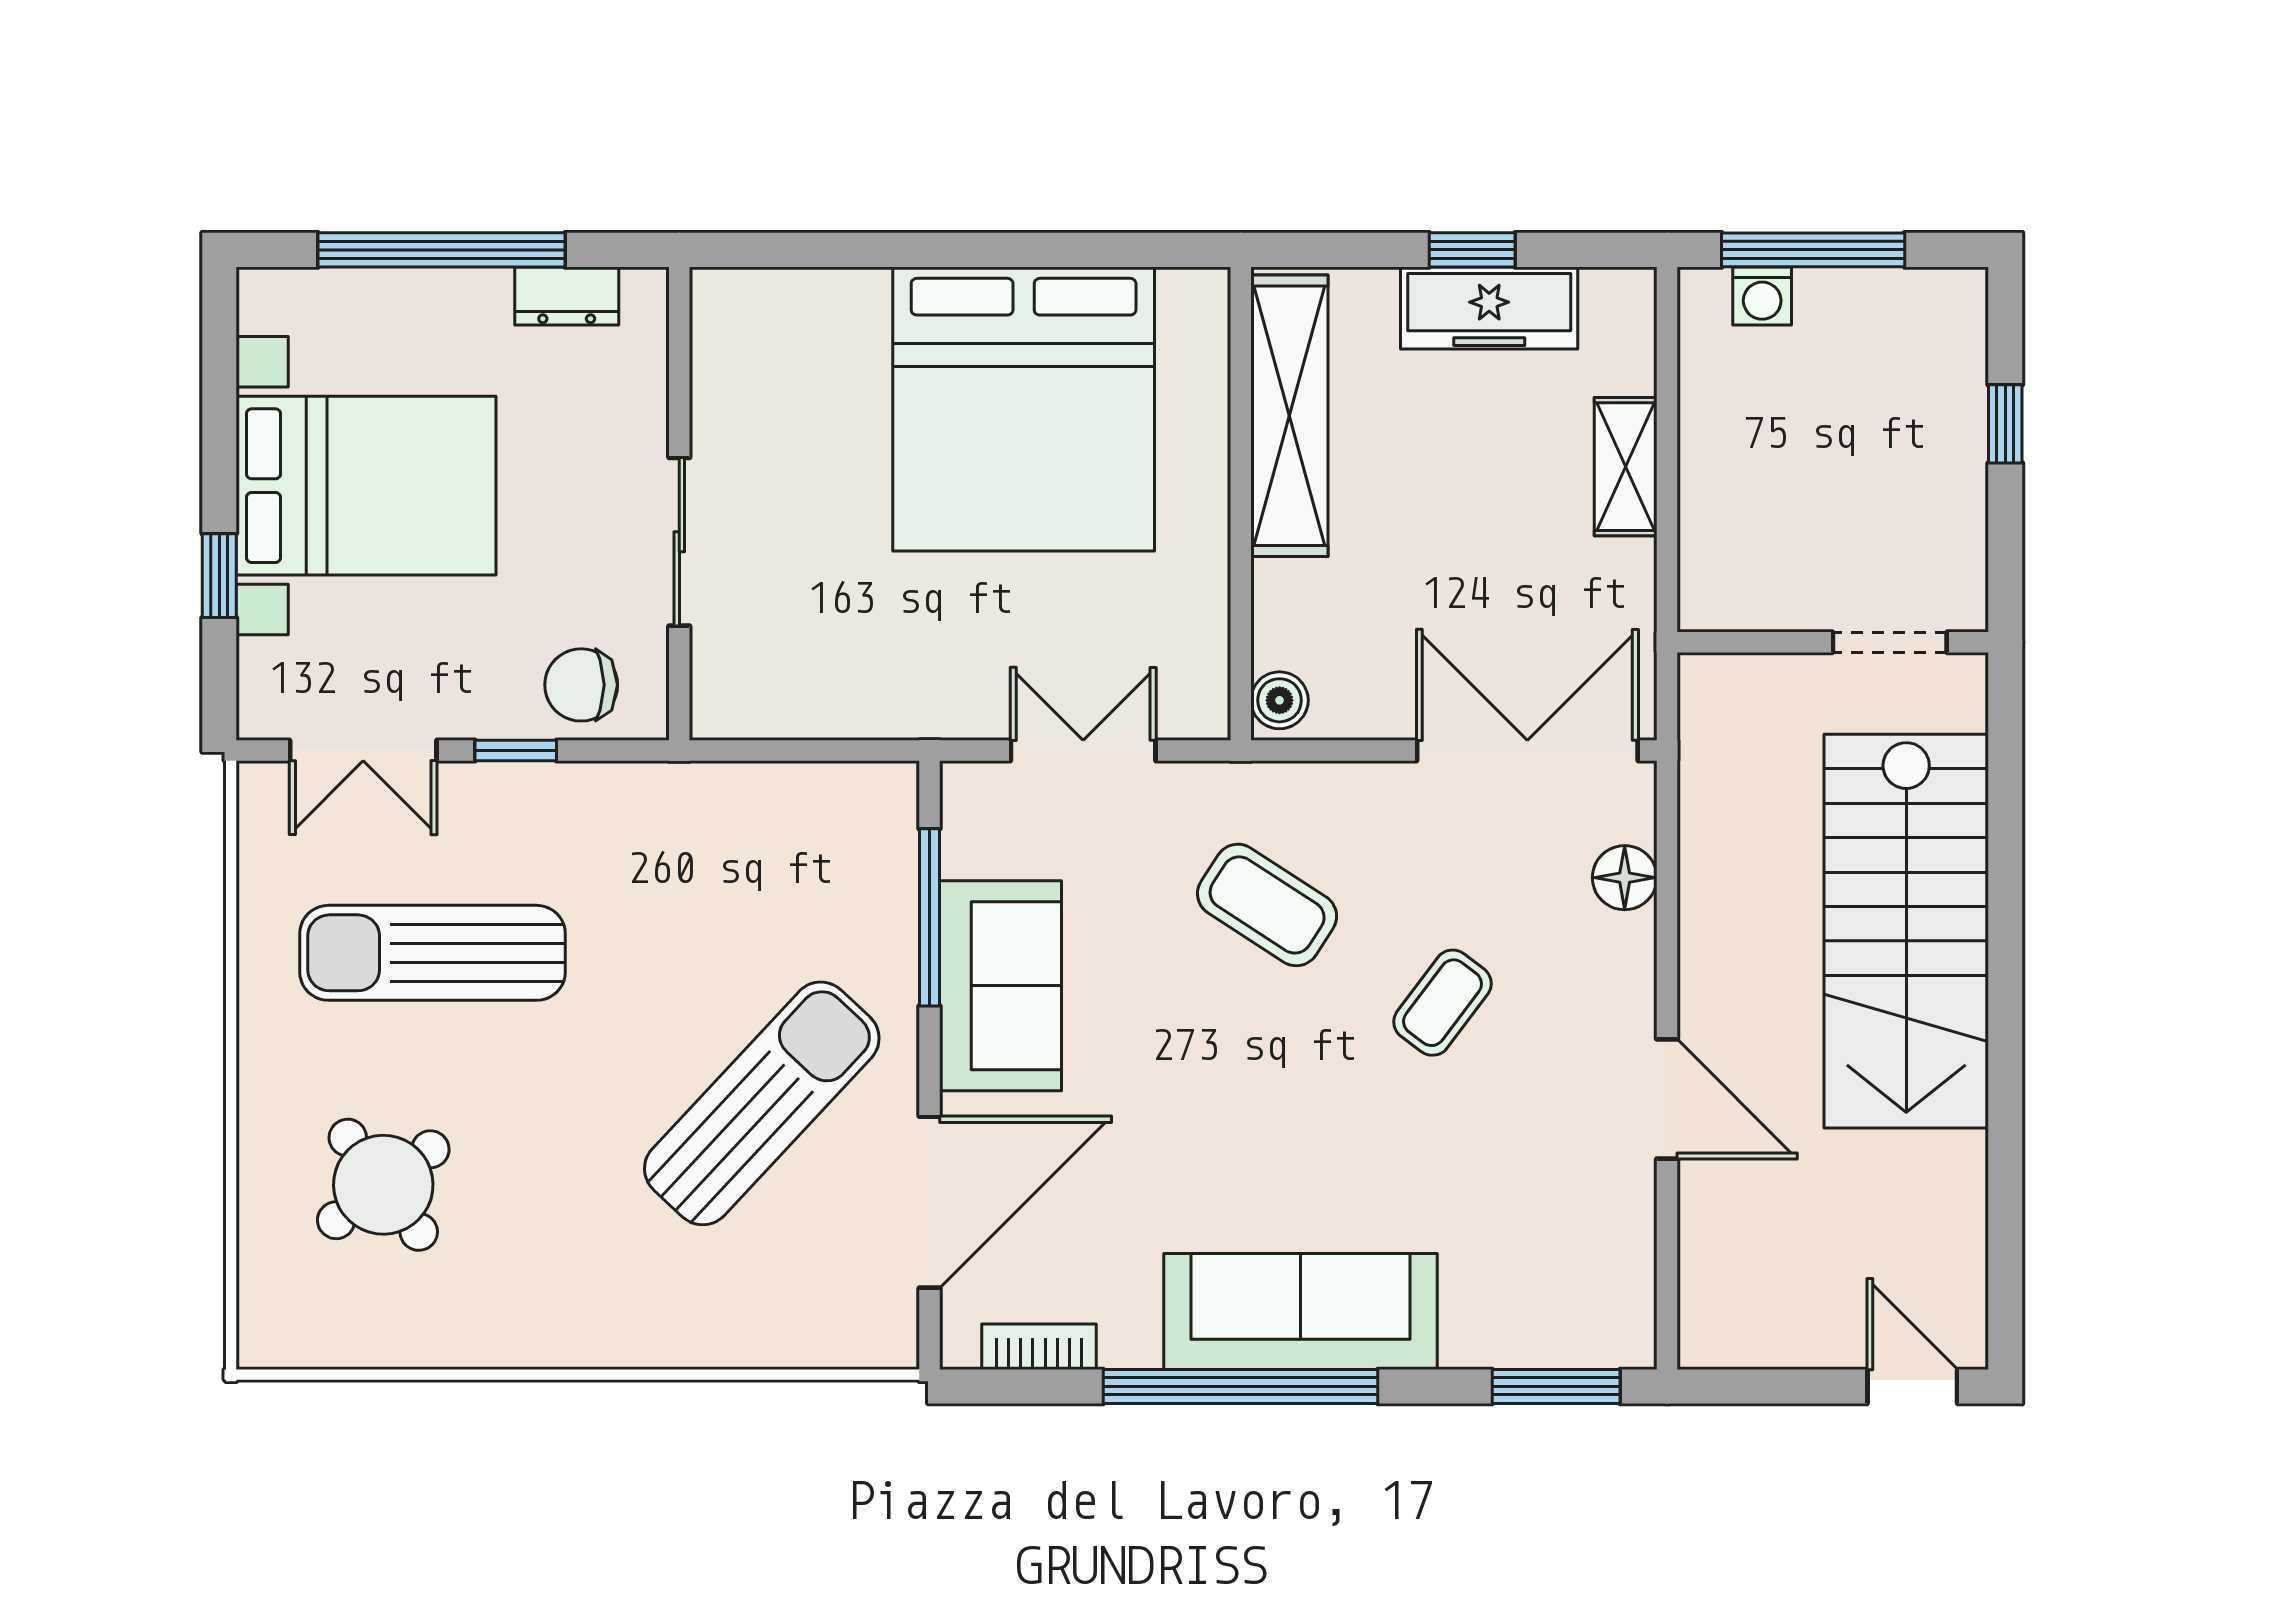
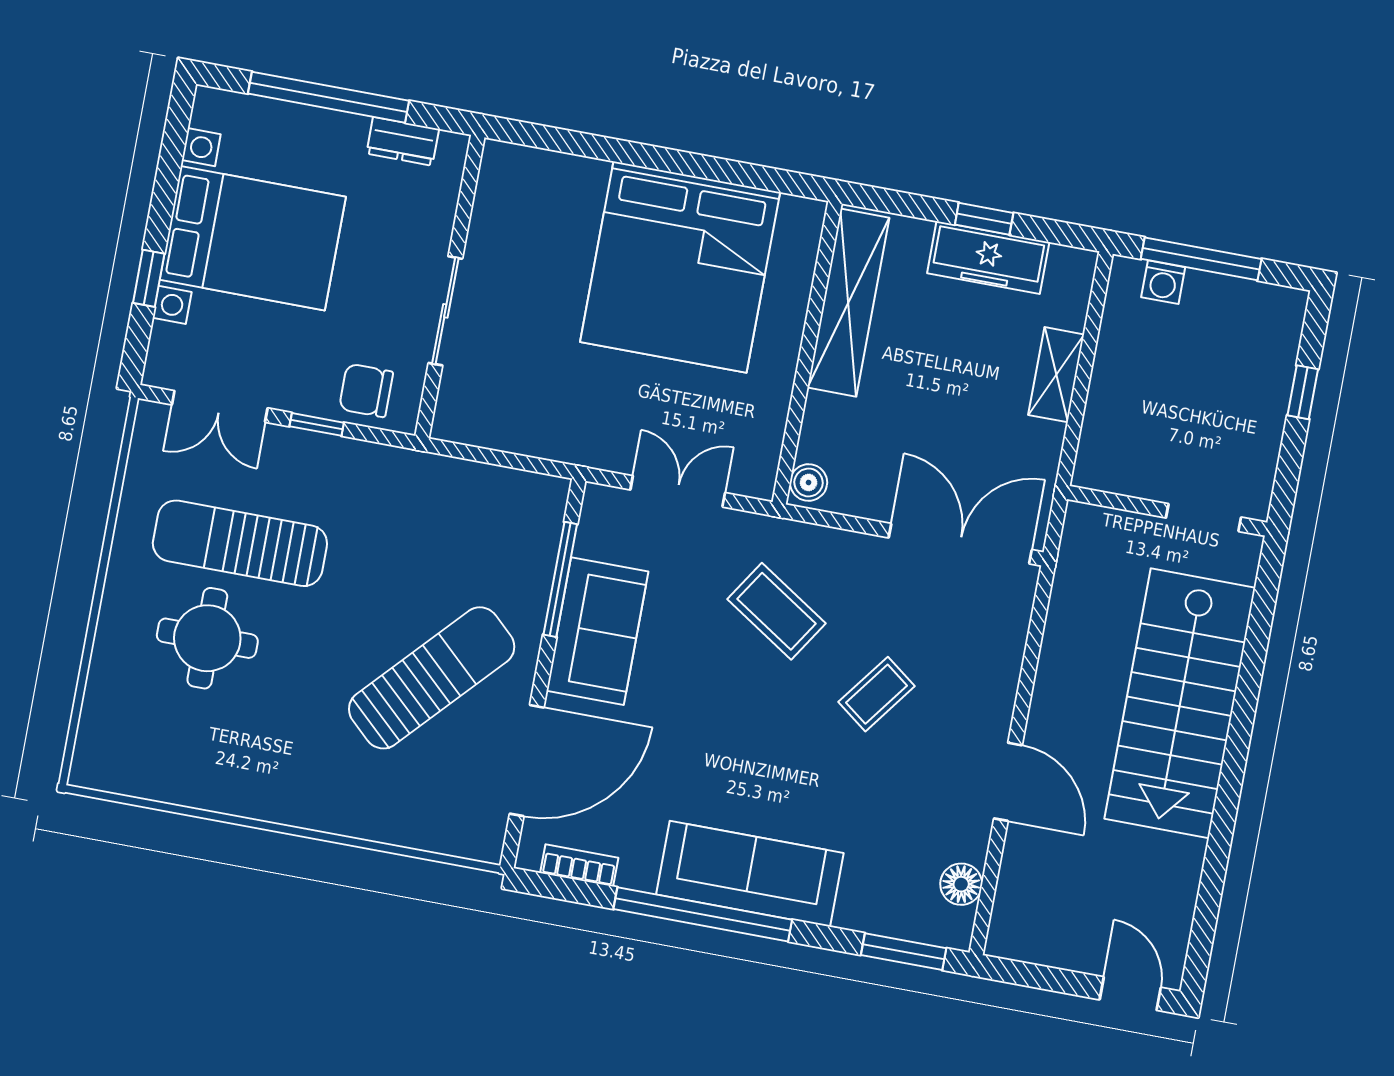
floor lamp: (1625, 878) -> (961, 884), moved
round table: (383, 1185) -> (207, 638), moved, turned 37

